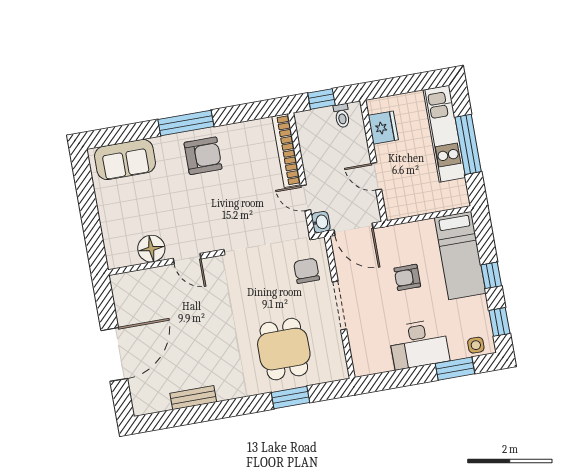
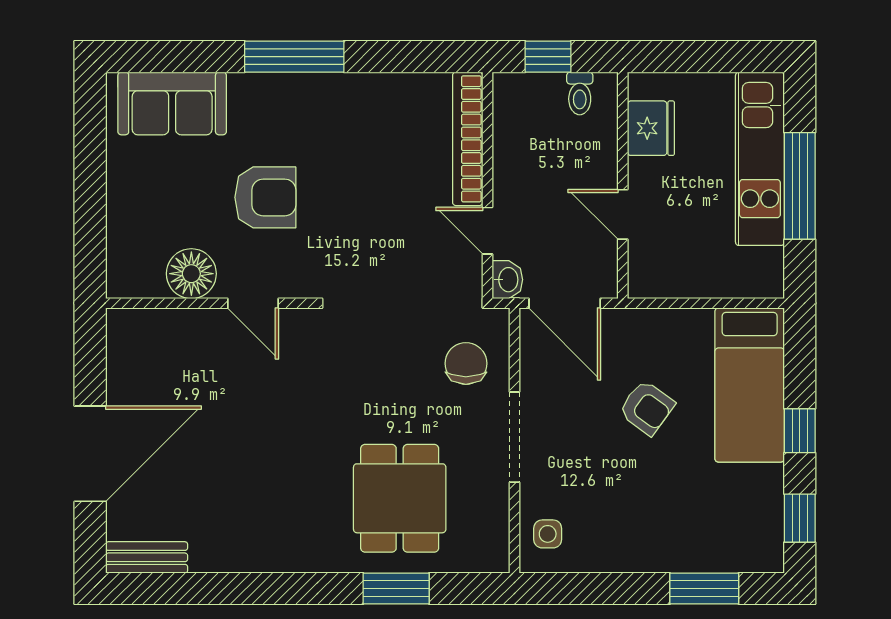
armchair: (203, 156) -> (265, 197), moved
armchair: (407, 277) -> (647, 408), turned -144
desk: (419, 344) -> (646, 533), removed
side table: (476, 345) -> (548, 534), moved
bench: (193, 398) -> (147, 557), moved

